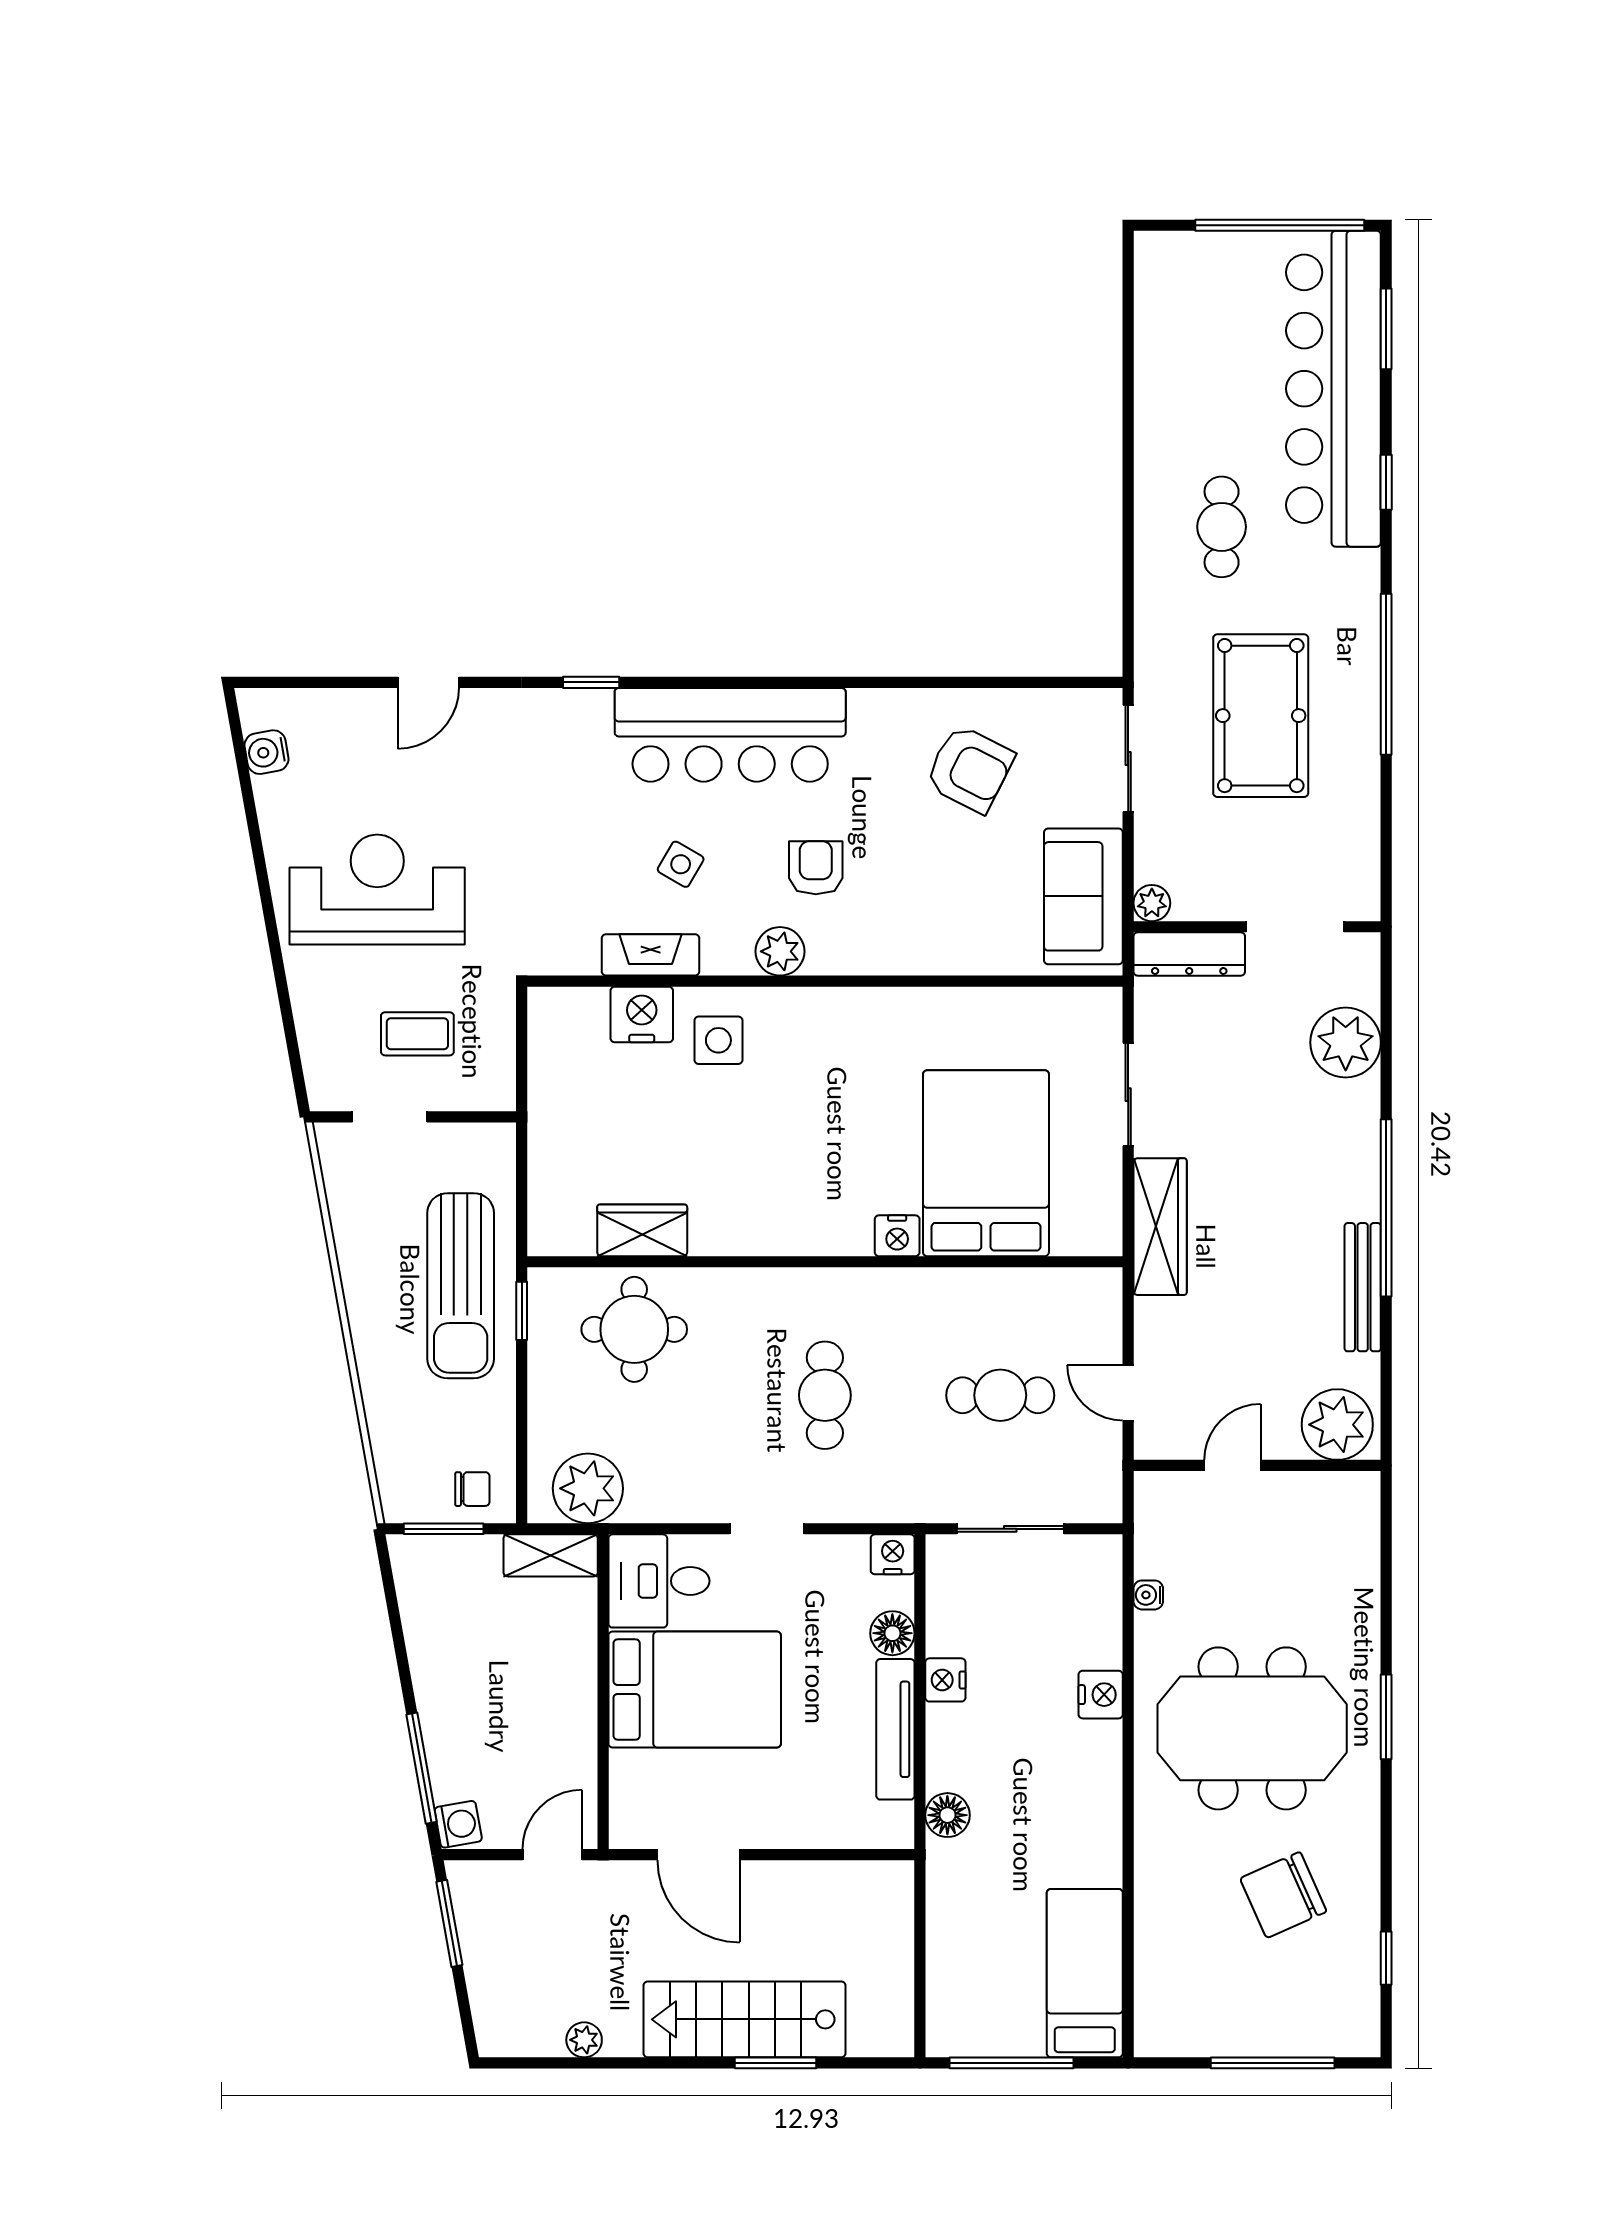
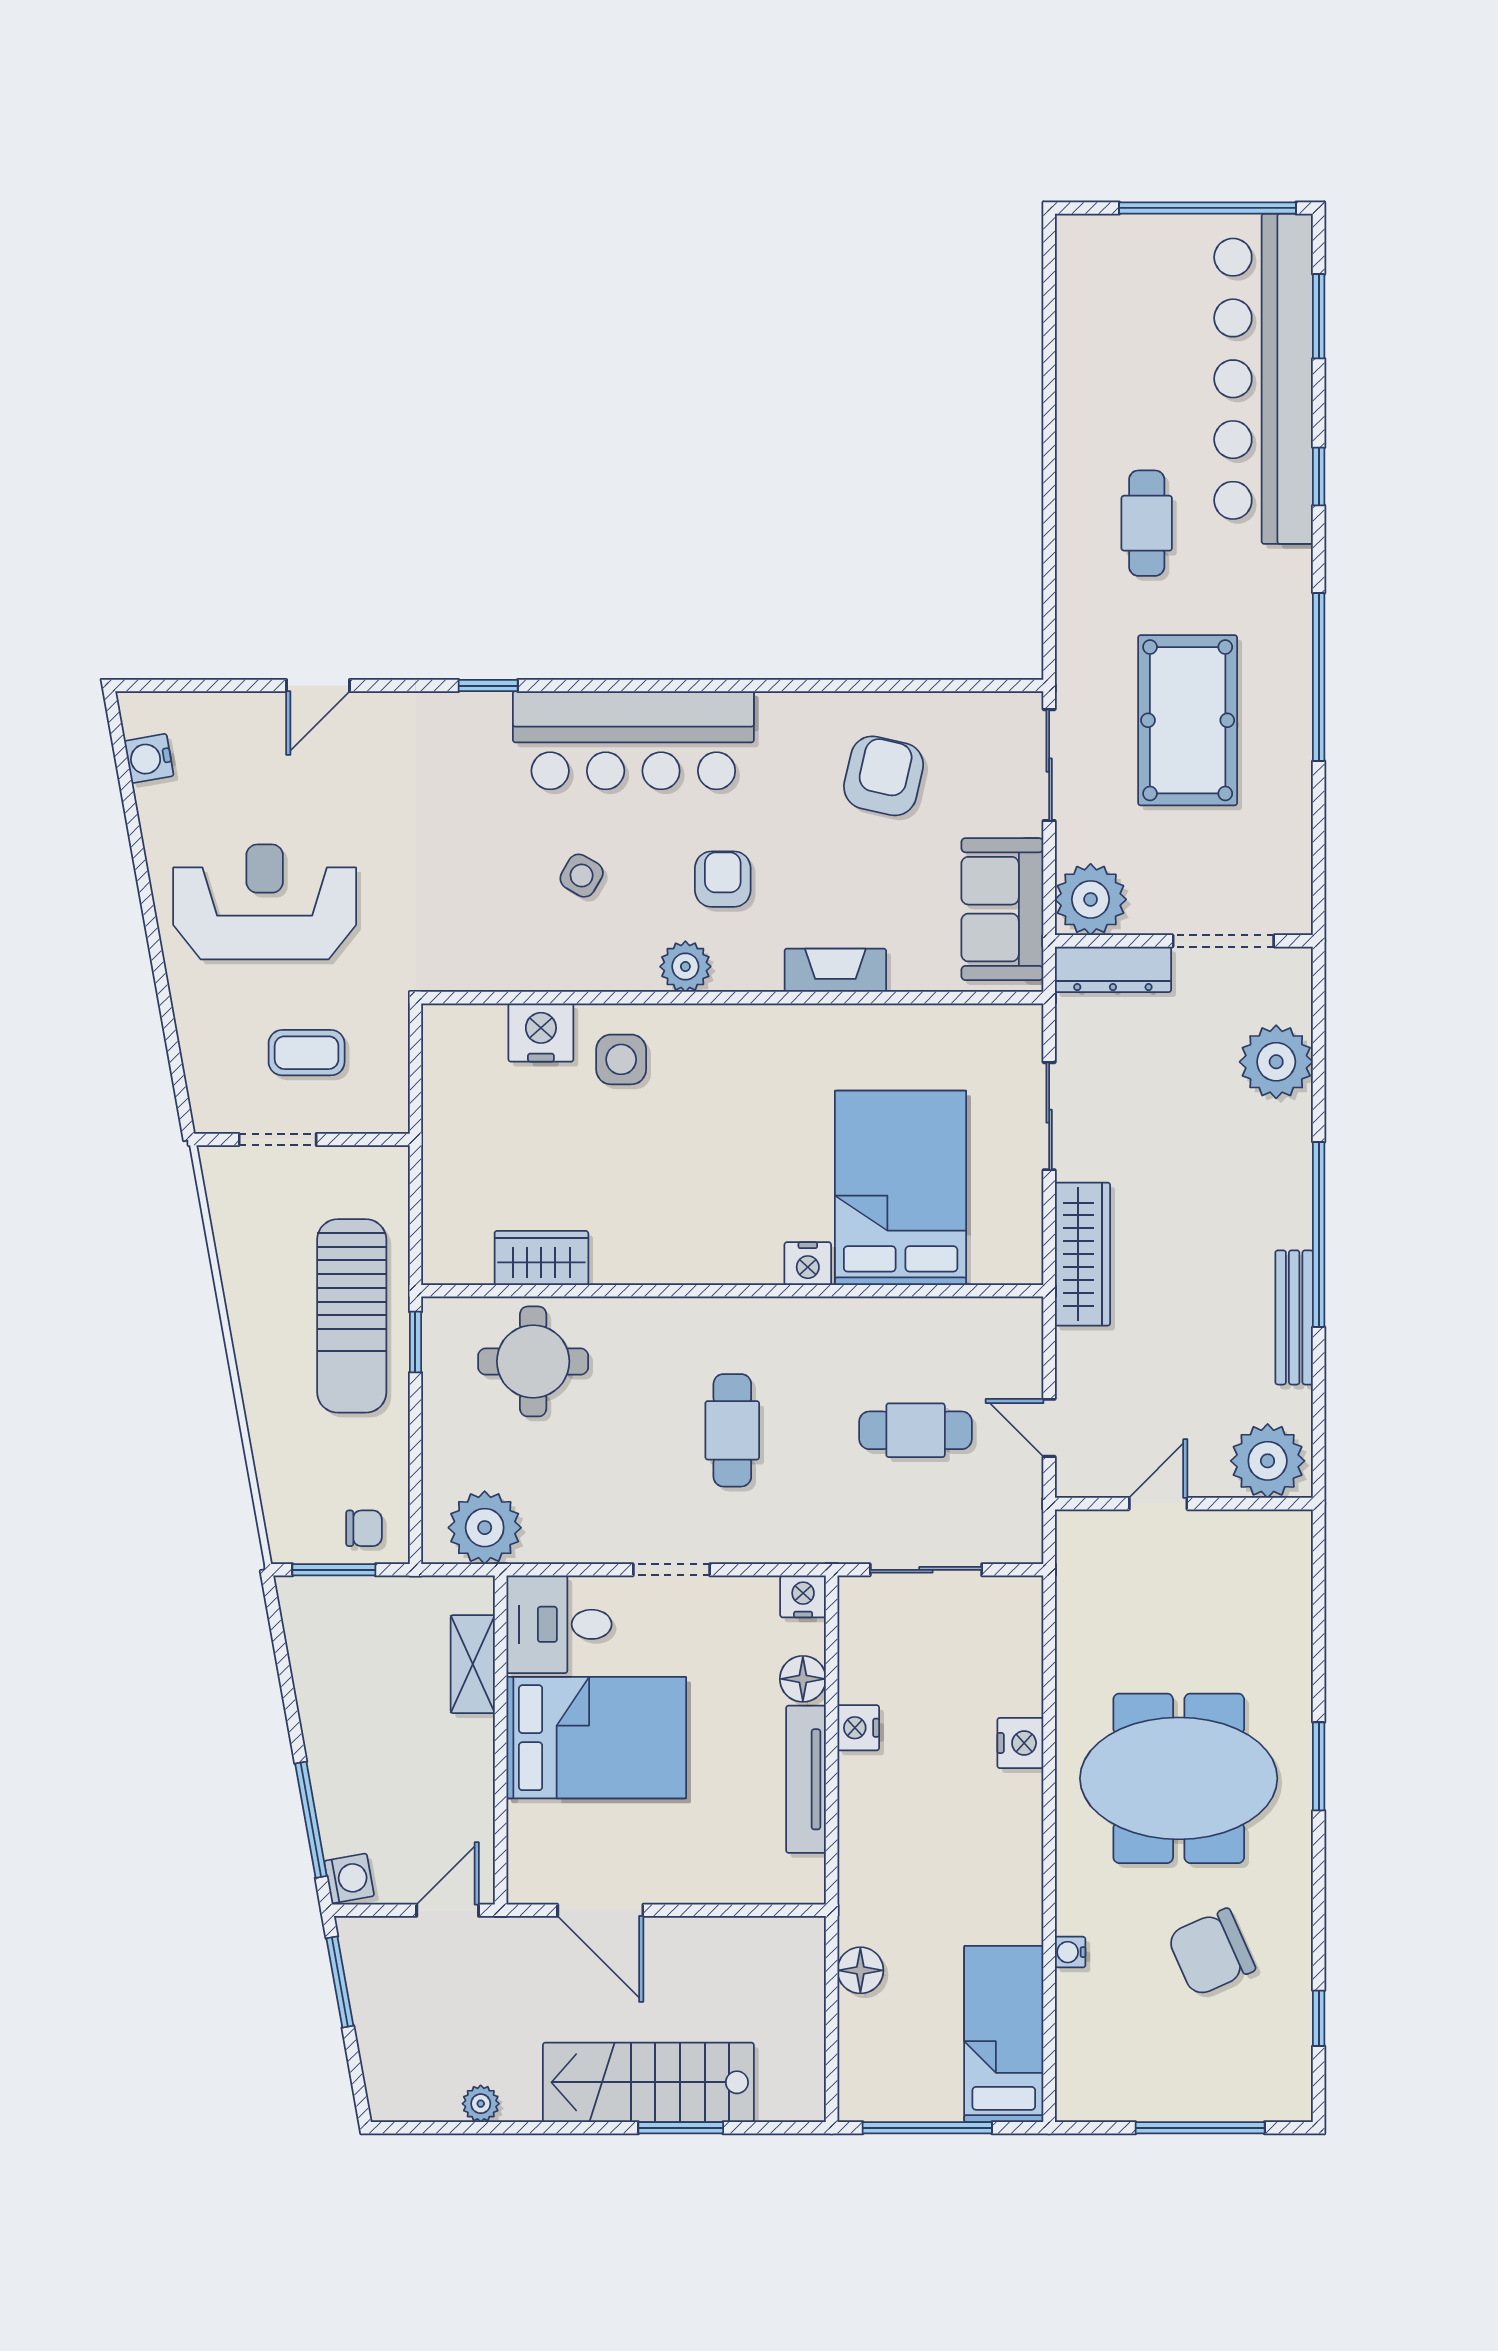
armchair: (970, 769) -> (884, 776), turned -104
plant: (1152, 903) -> (1091, 899), width x1.88, depth x1.88
fireplace: (651, 955) -> (835, 970), moved
shelving: (551, 1555) -> (473, 1664), moved, turned 90
water cooler: (1148, 1595) -> (1070, 1952), moved
floor lamp: (947, 1815) -> (860, 1970), moved

